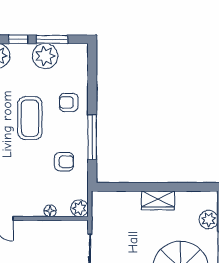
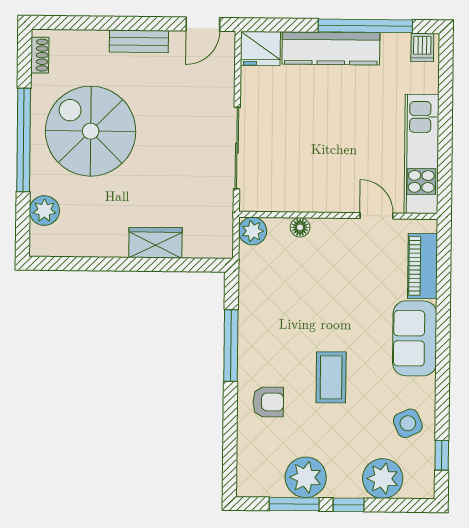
coffee table: (30, 118) -> (331, 377), width x0.73, depth x0.76
armchair: (64, 162) -> (277, 306), removed
wardrobe: (158, 200) -> (155, 243), moved

